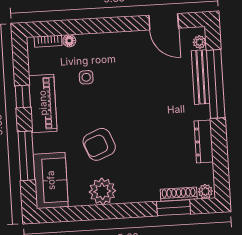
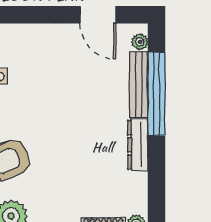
dresser: (204, 142) -> (138, 145), moved

